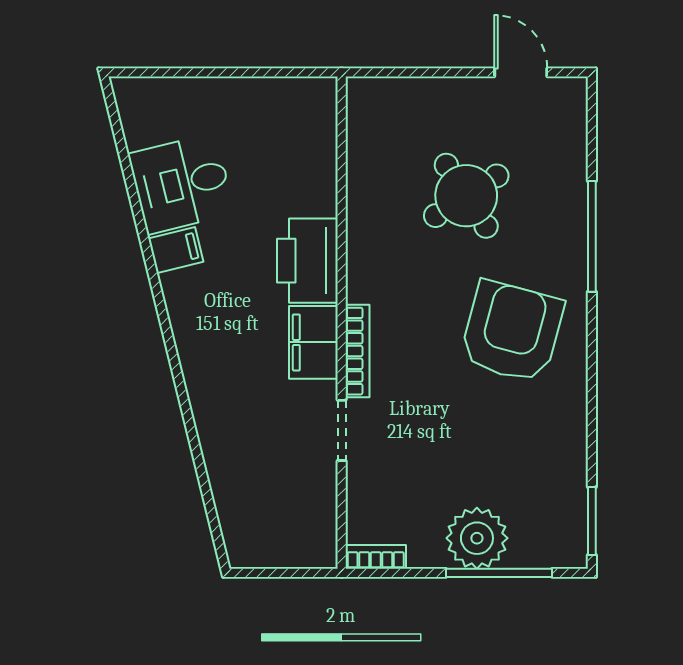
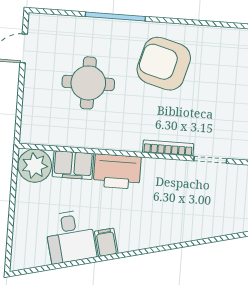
plant: (307, 108) -> (35, 166), added
round table: (466, 196) -> (88, 83), turned 33
filing cabinet: (313, 342) -> (73, 165), moved

